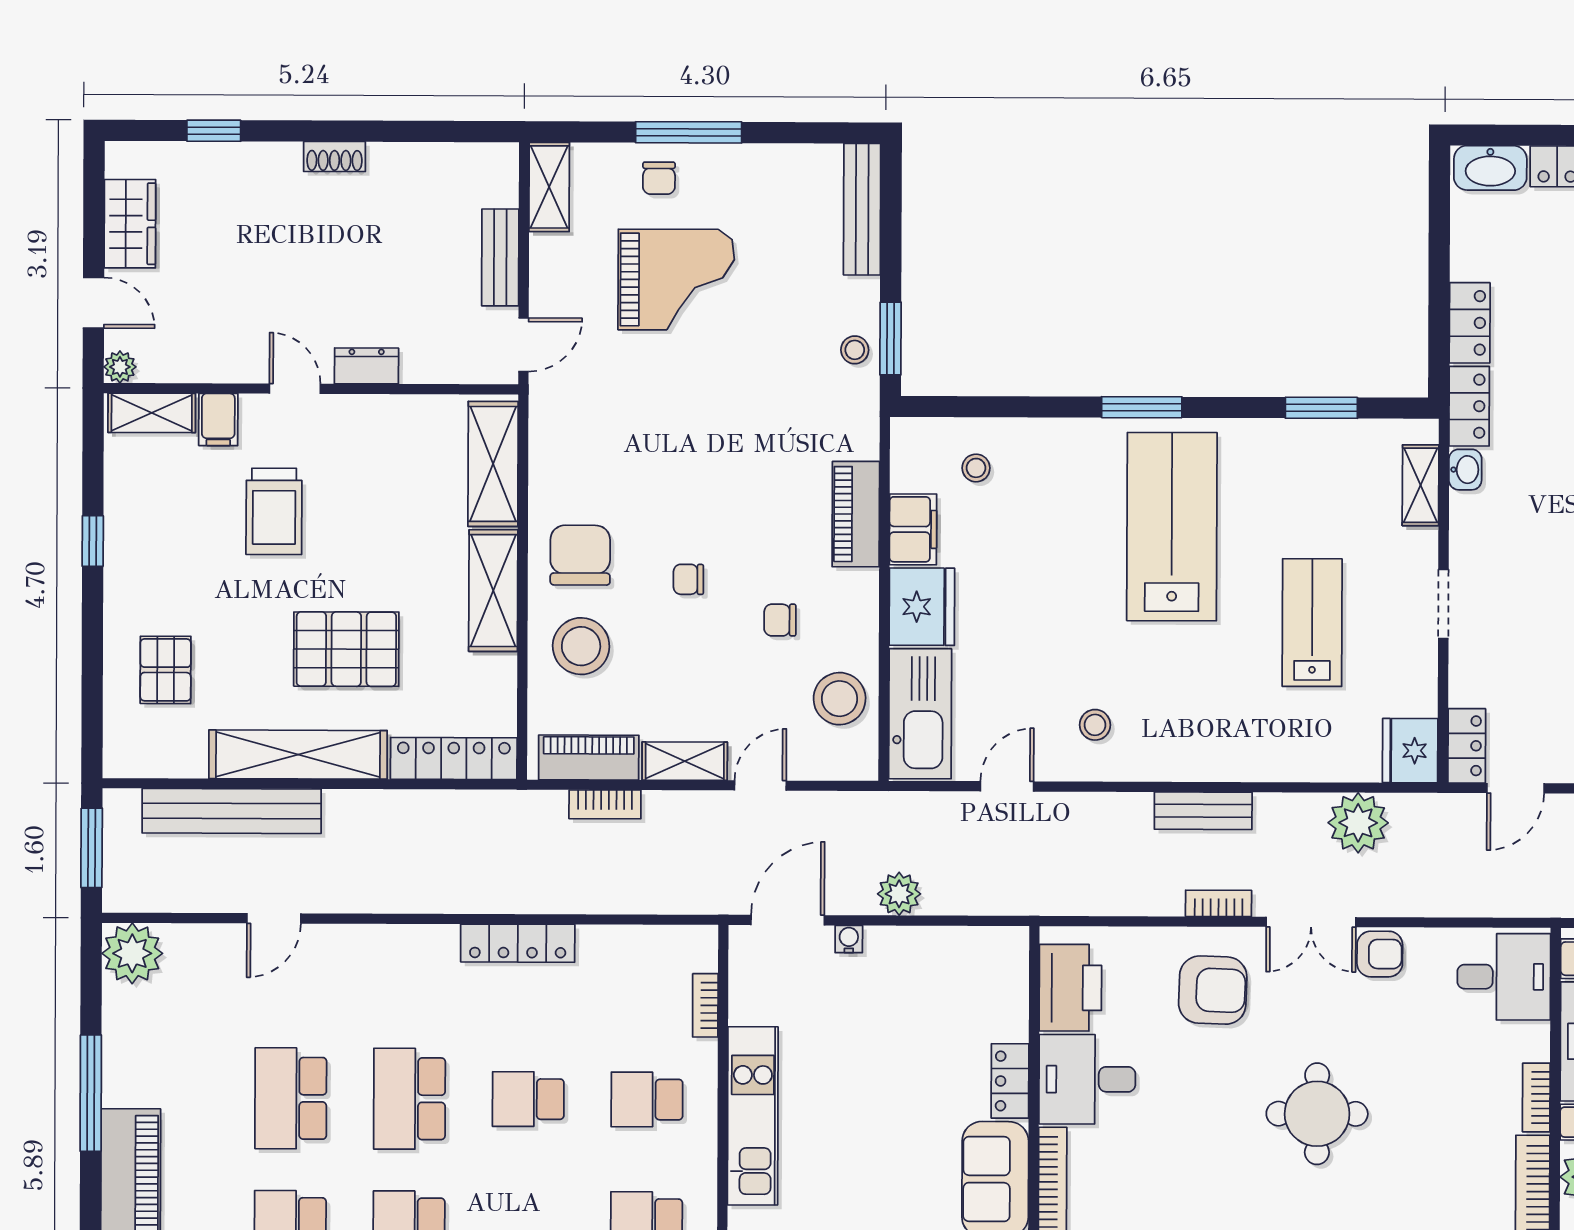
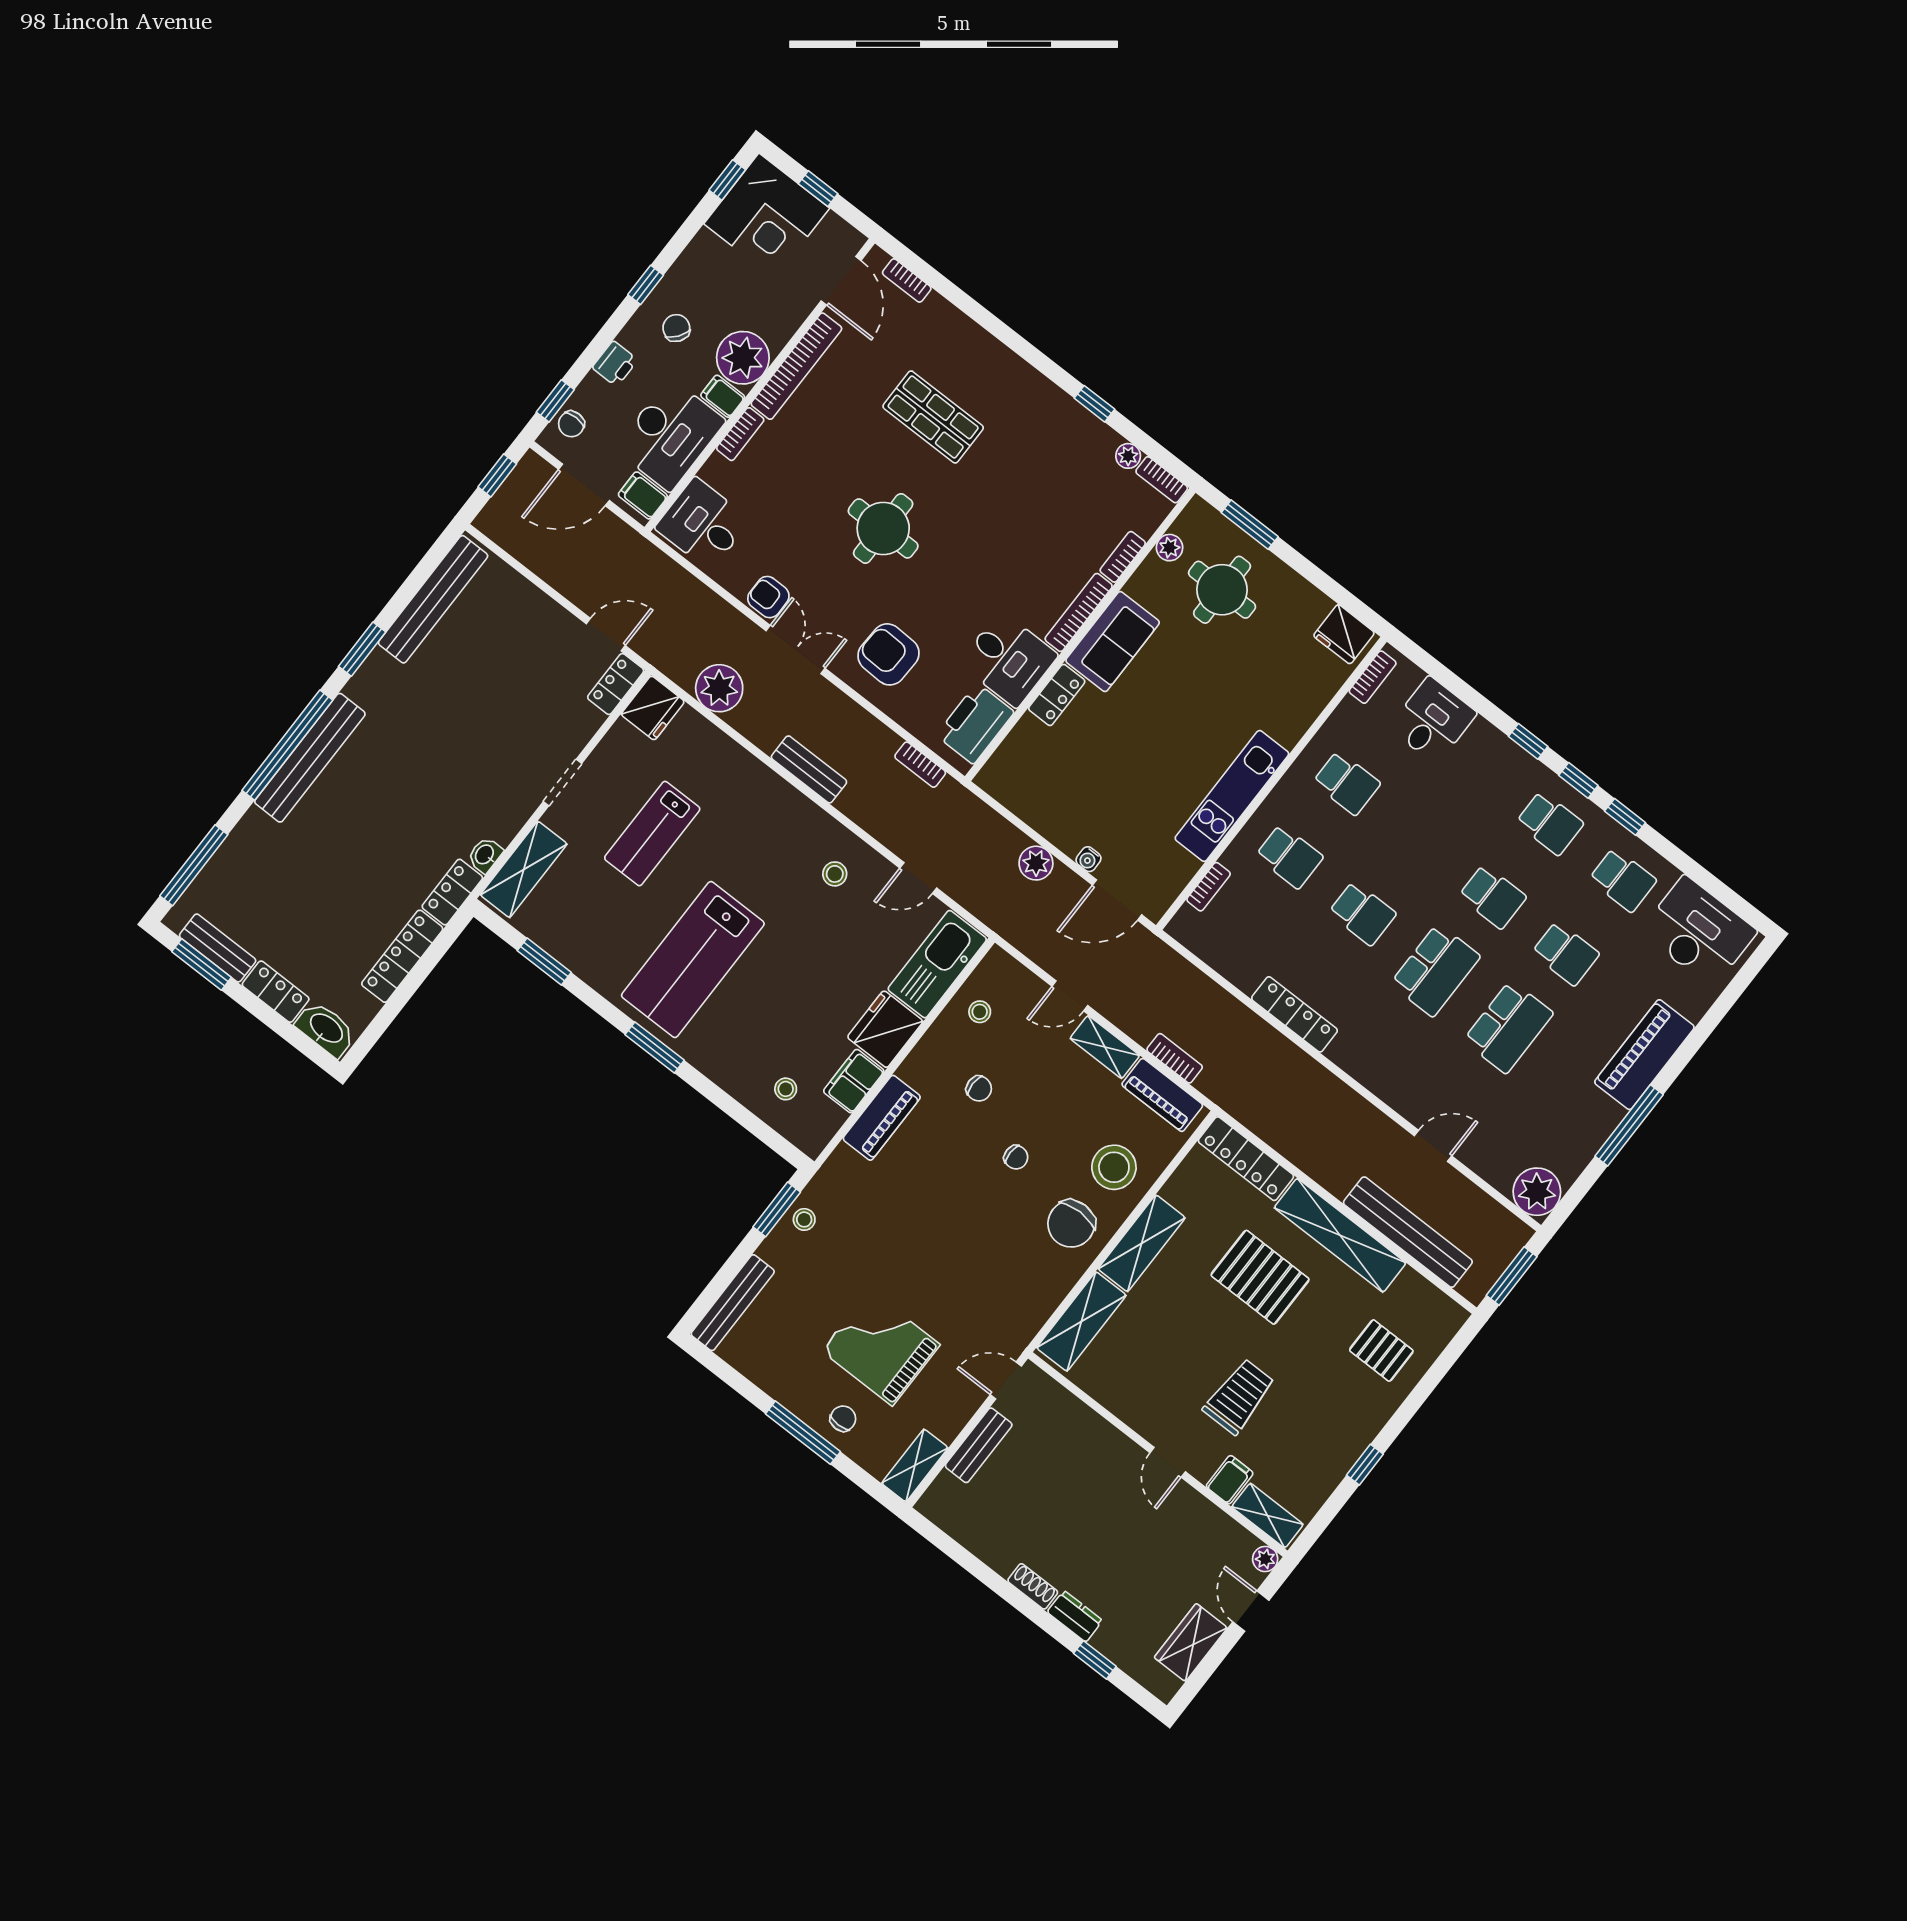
locker: (1470, 323) -> (402, 956), width x1.53
dresser: (367, 366) -> (1075, 1616), moved, turned 180
shelving: (1421, 485) -> (524, 869), width x1.50, depth x1.33
pallet: (166, 670) -> (1381, 1351), turned 90
stool: (840, 699) -> (980, 1012), width x0.53, depth x0.53
bookcase: (1219, 903) -> (920, 765), moved

